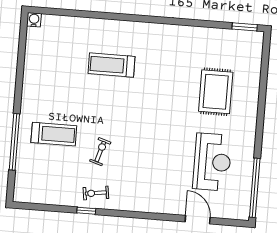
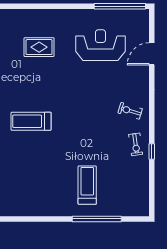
treadmill: (111, 65) -> (31, 121), moved, turned 90
rug: (216, 92) -> (39, 47), width x0.73, depth x0.70
exercise bike: (100, 152) -> (130, 111), moved

